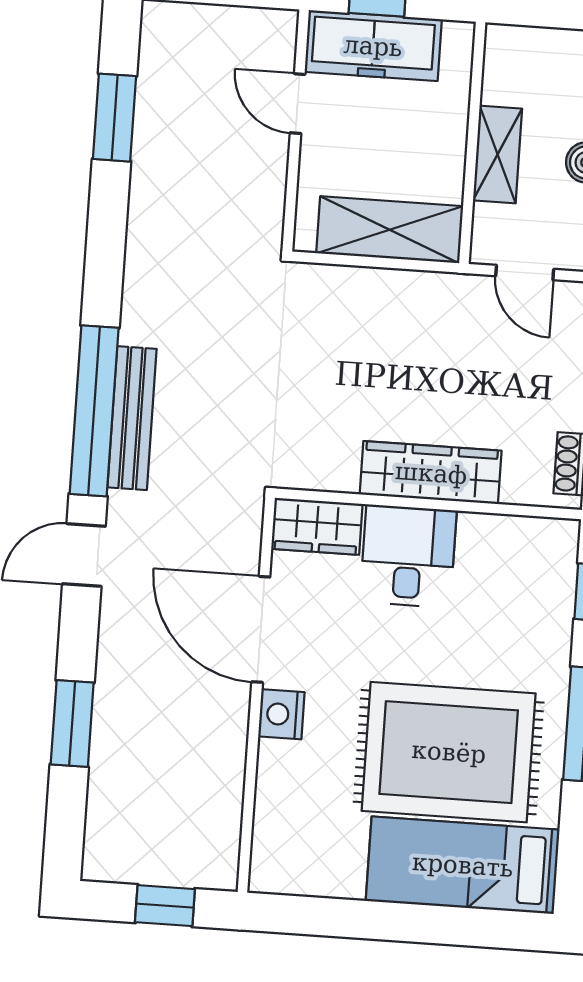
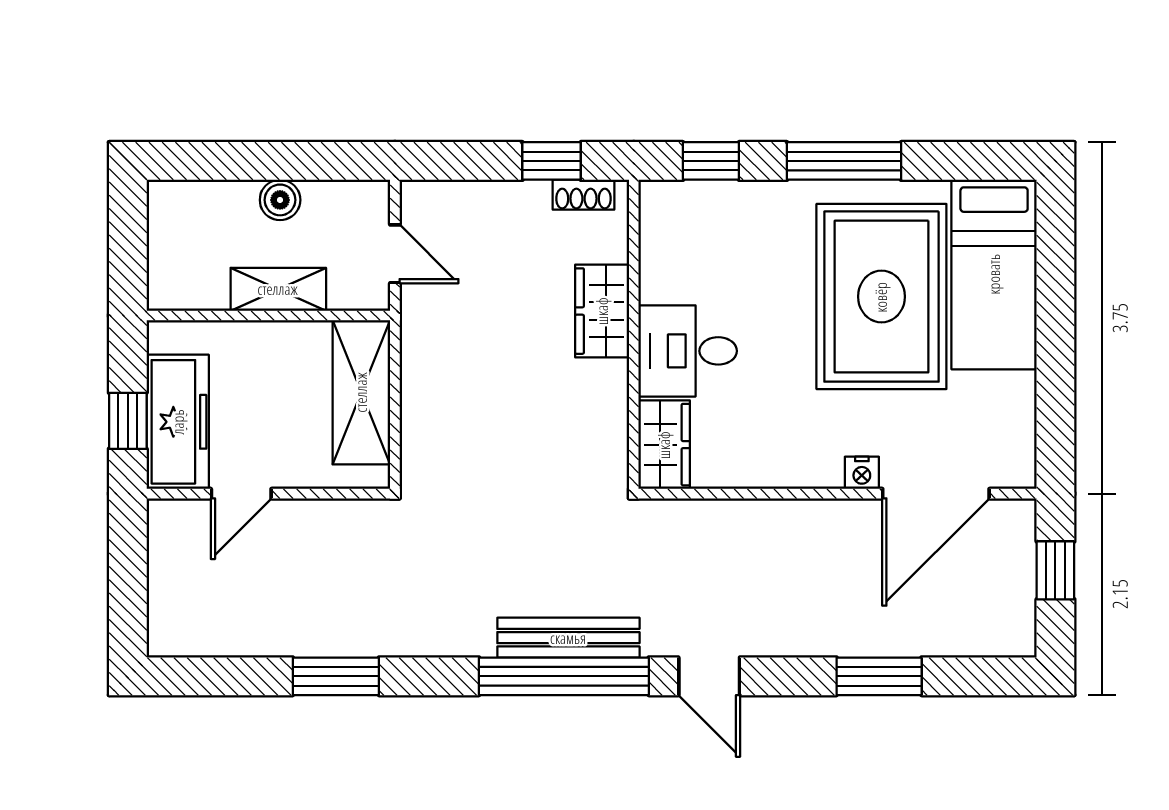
window: (115, 118) -> (336, 676), moved
door: (525, 273) -> (395, 254), hinge flipped
wardrobe: (431, 473) -> (602, 311), width x0.67
door: (261, 629) -> (936, 494), moved
nightstand: (281, 714) -> (862, 473), width x0.72, depth x0.74

